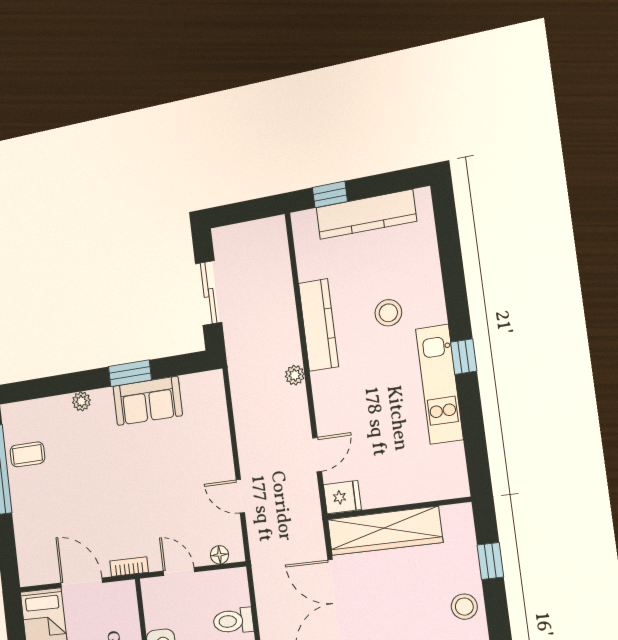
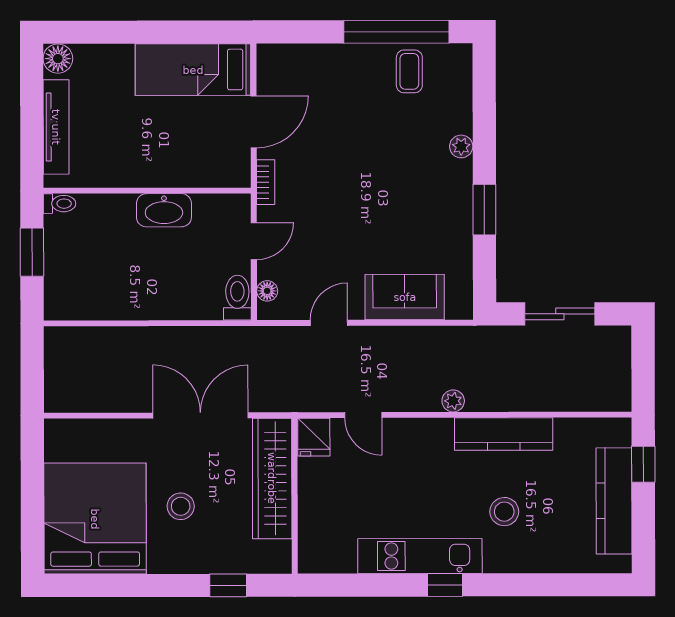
sofa: (148, 401) -> (405, 297), moved, turned 90
stool: (464, 607) -> (181, 506), moved
toilet: (233, 621) -> (237, 298), moved

